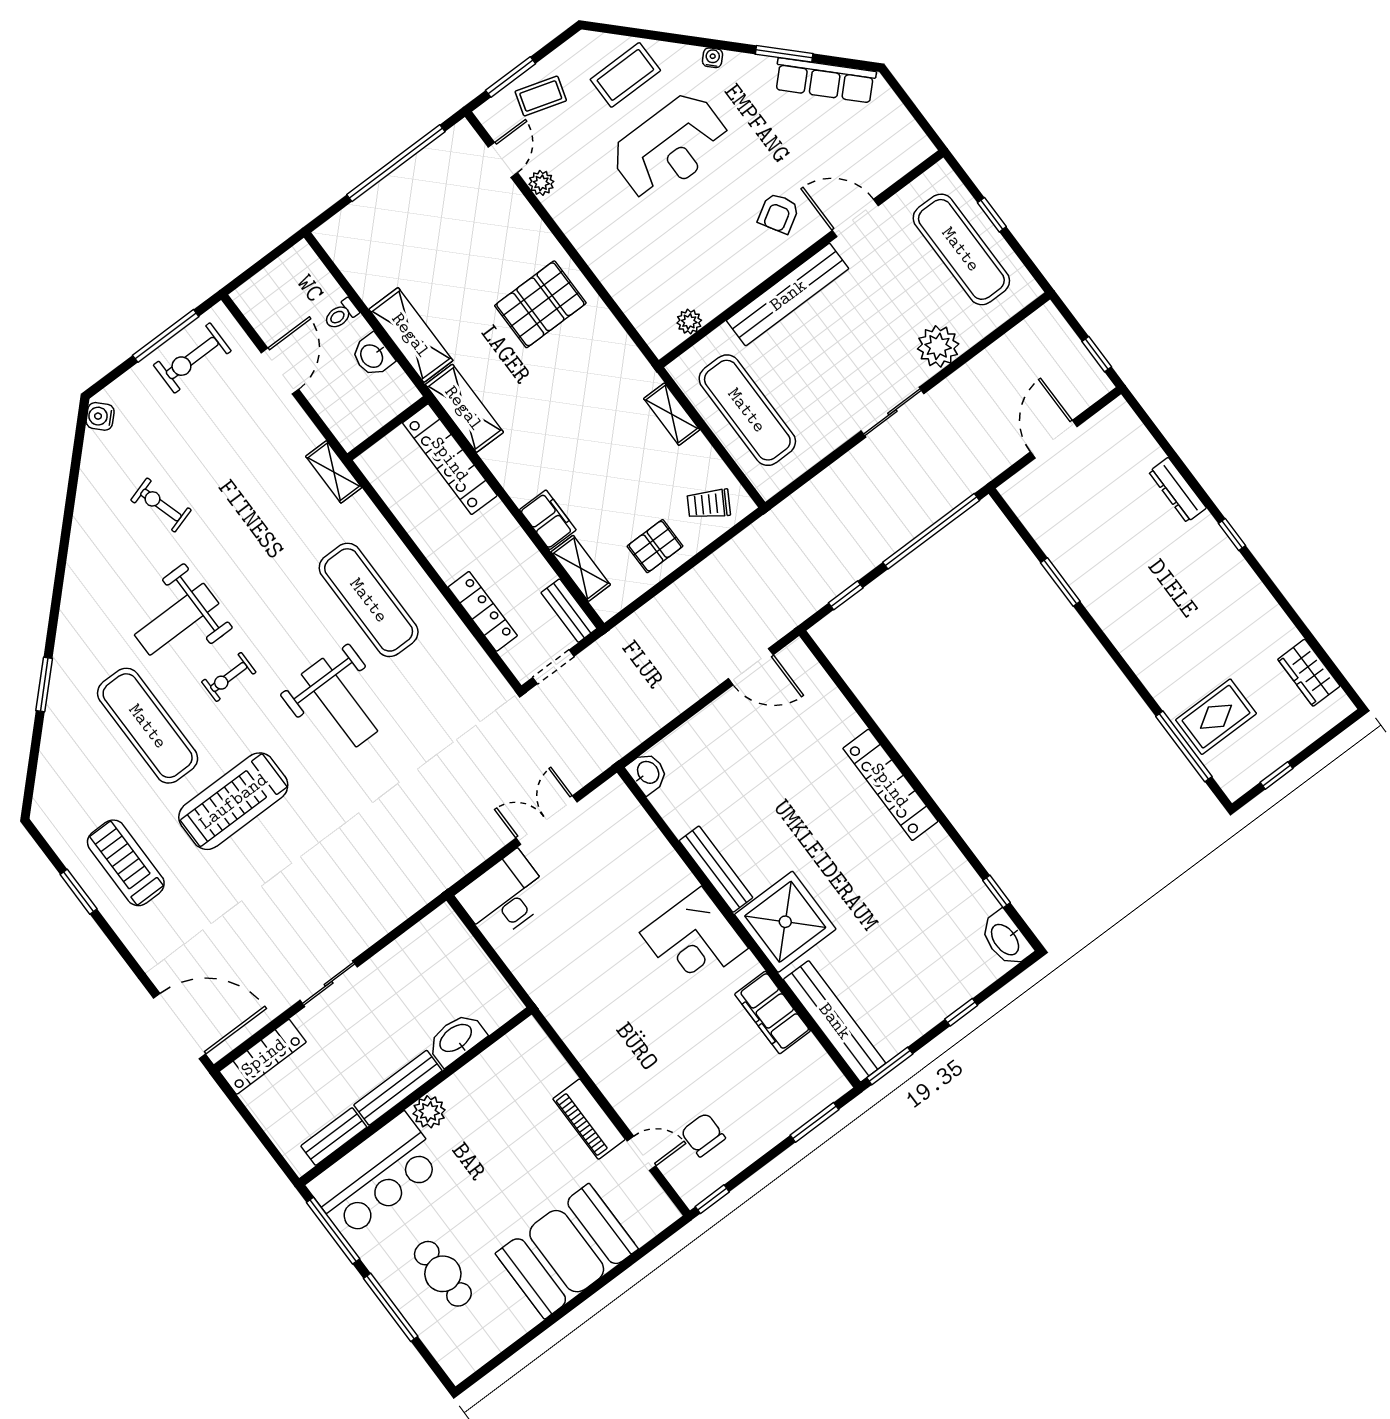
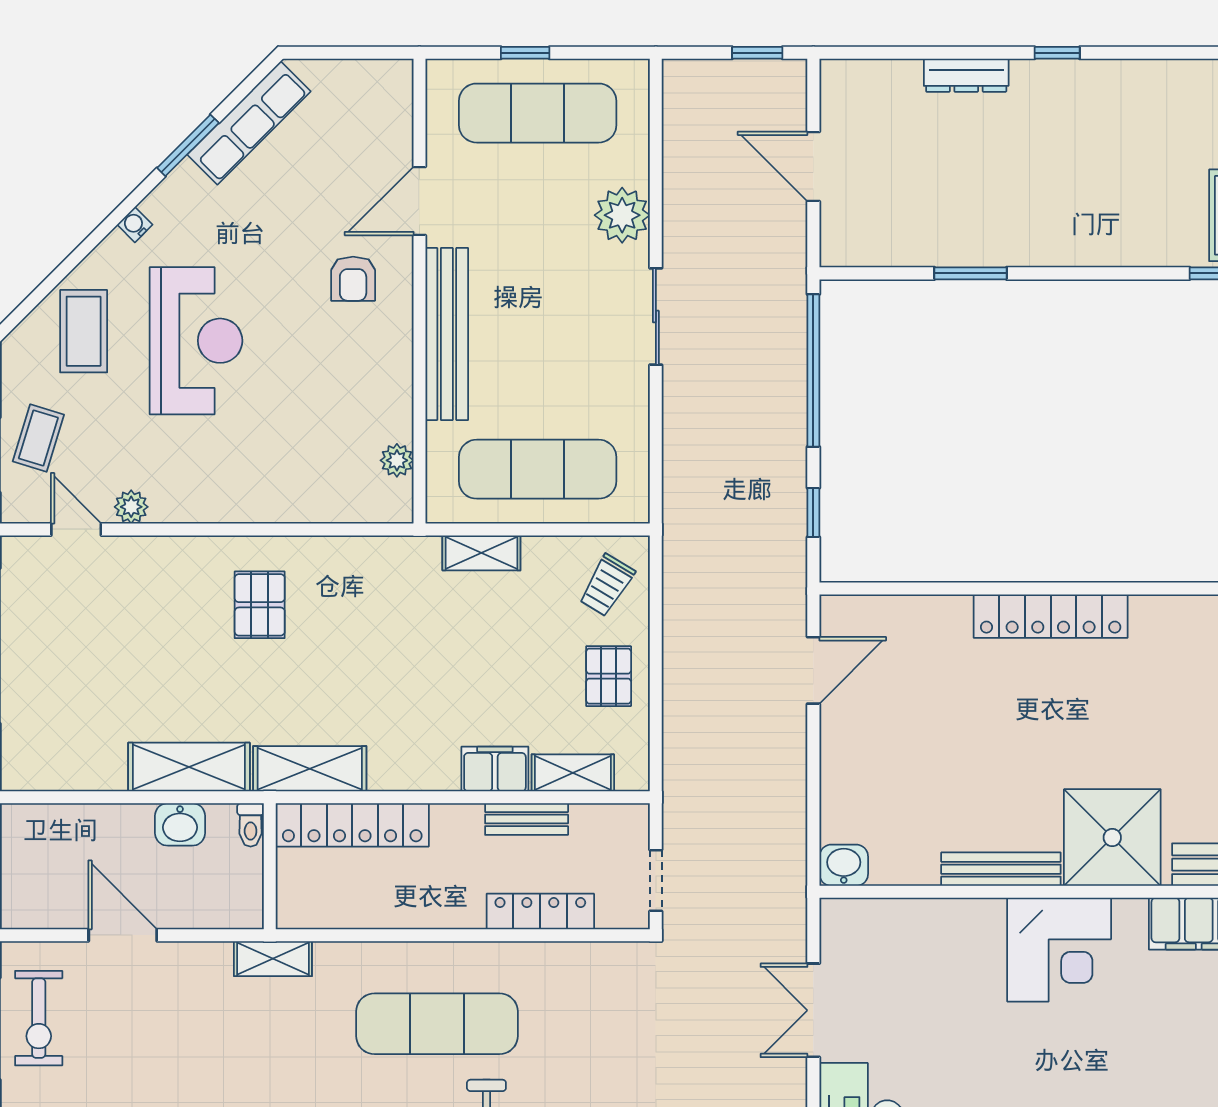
armchair: (778, 213) -> (353, 279), turned 31
pallet: (540, 304) -> (260, 605), width x0.67, depth x0.71
toilet: (341, 314) -> (251, 825), moved
bench: (569, 611) -> (527, 819), moved

